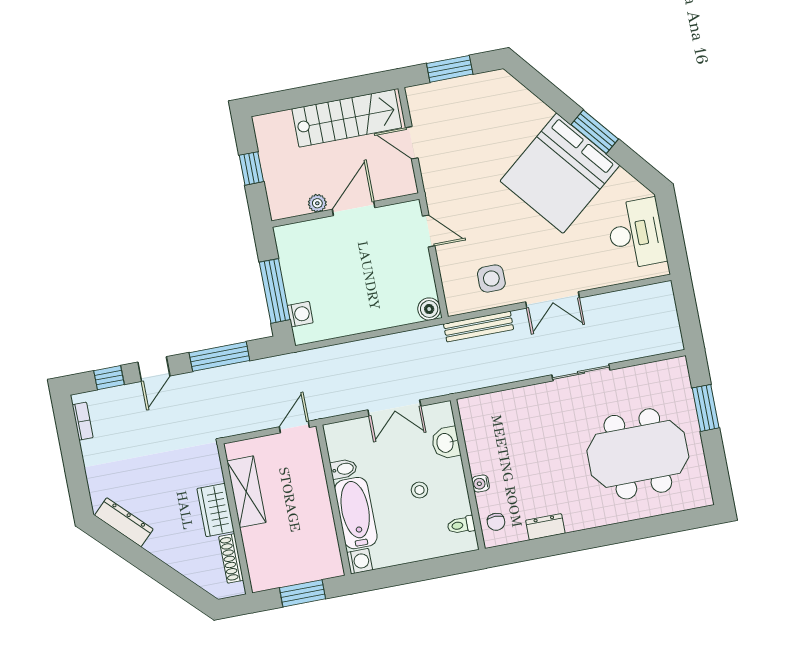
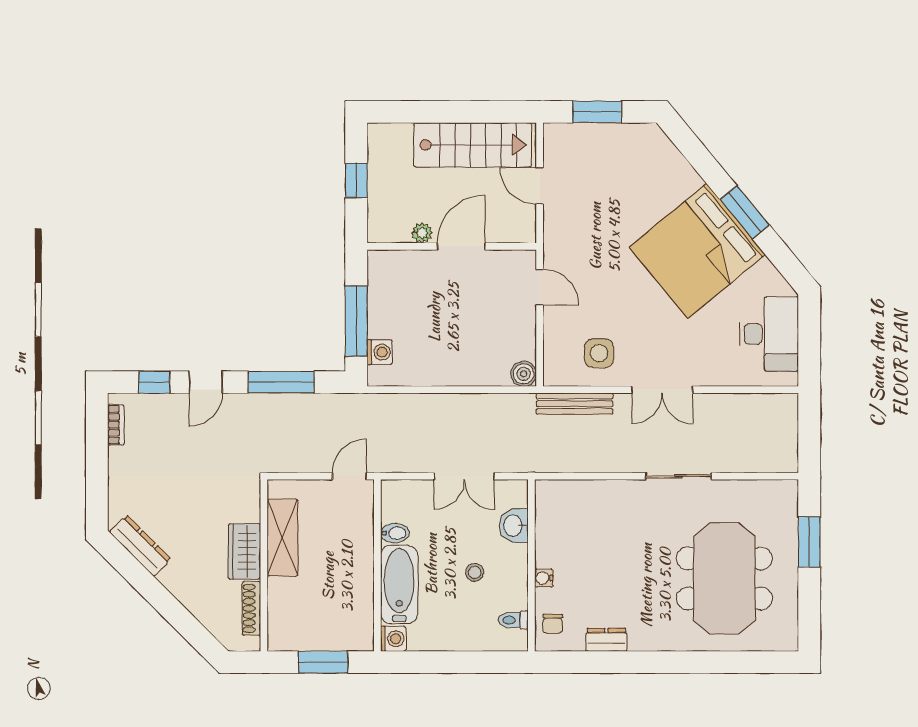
meeting table: (638, 454) -> (724, 578), turned 90

